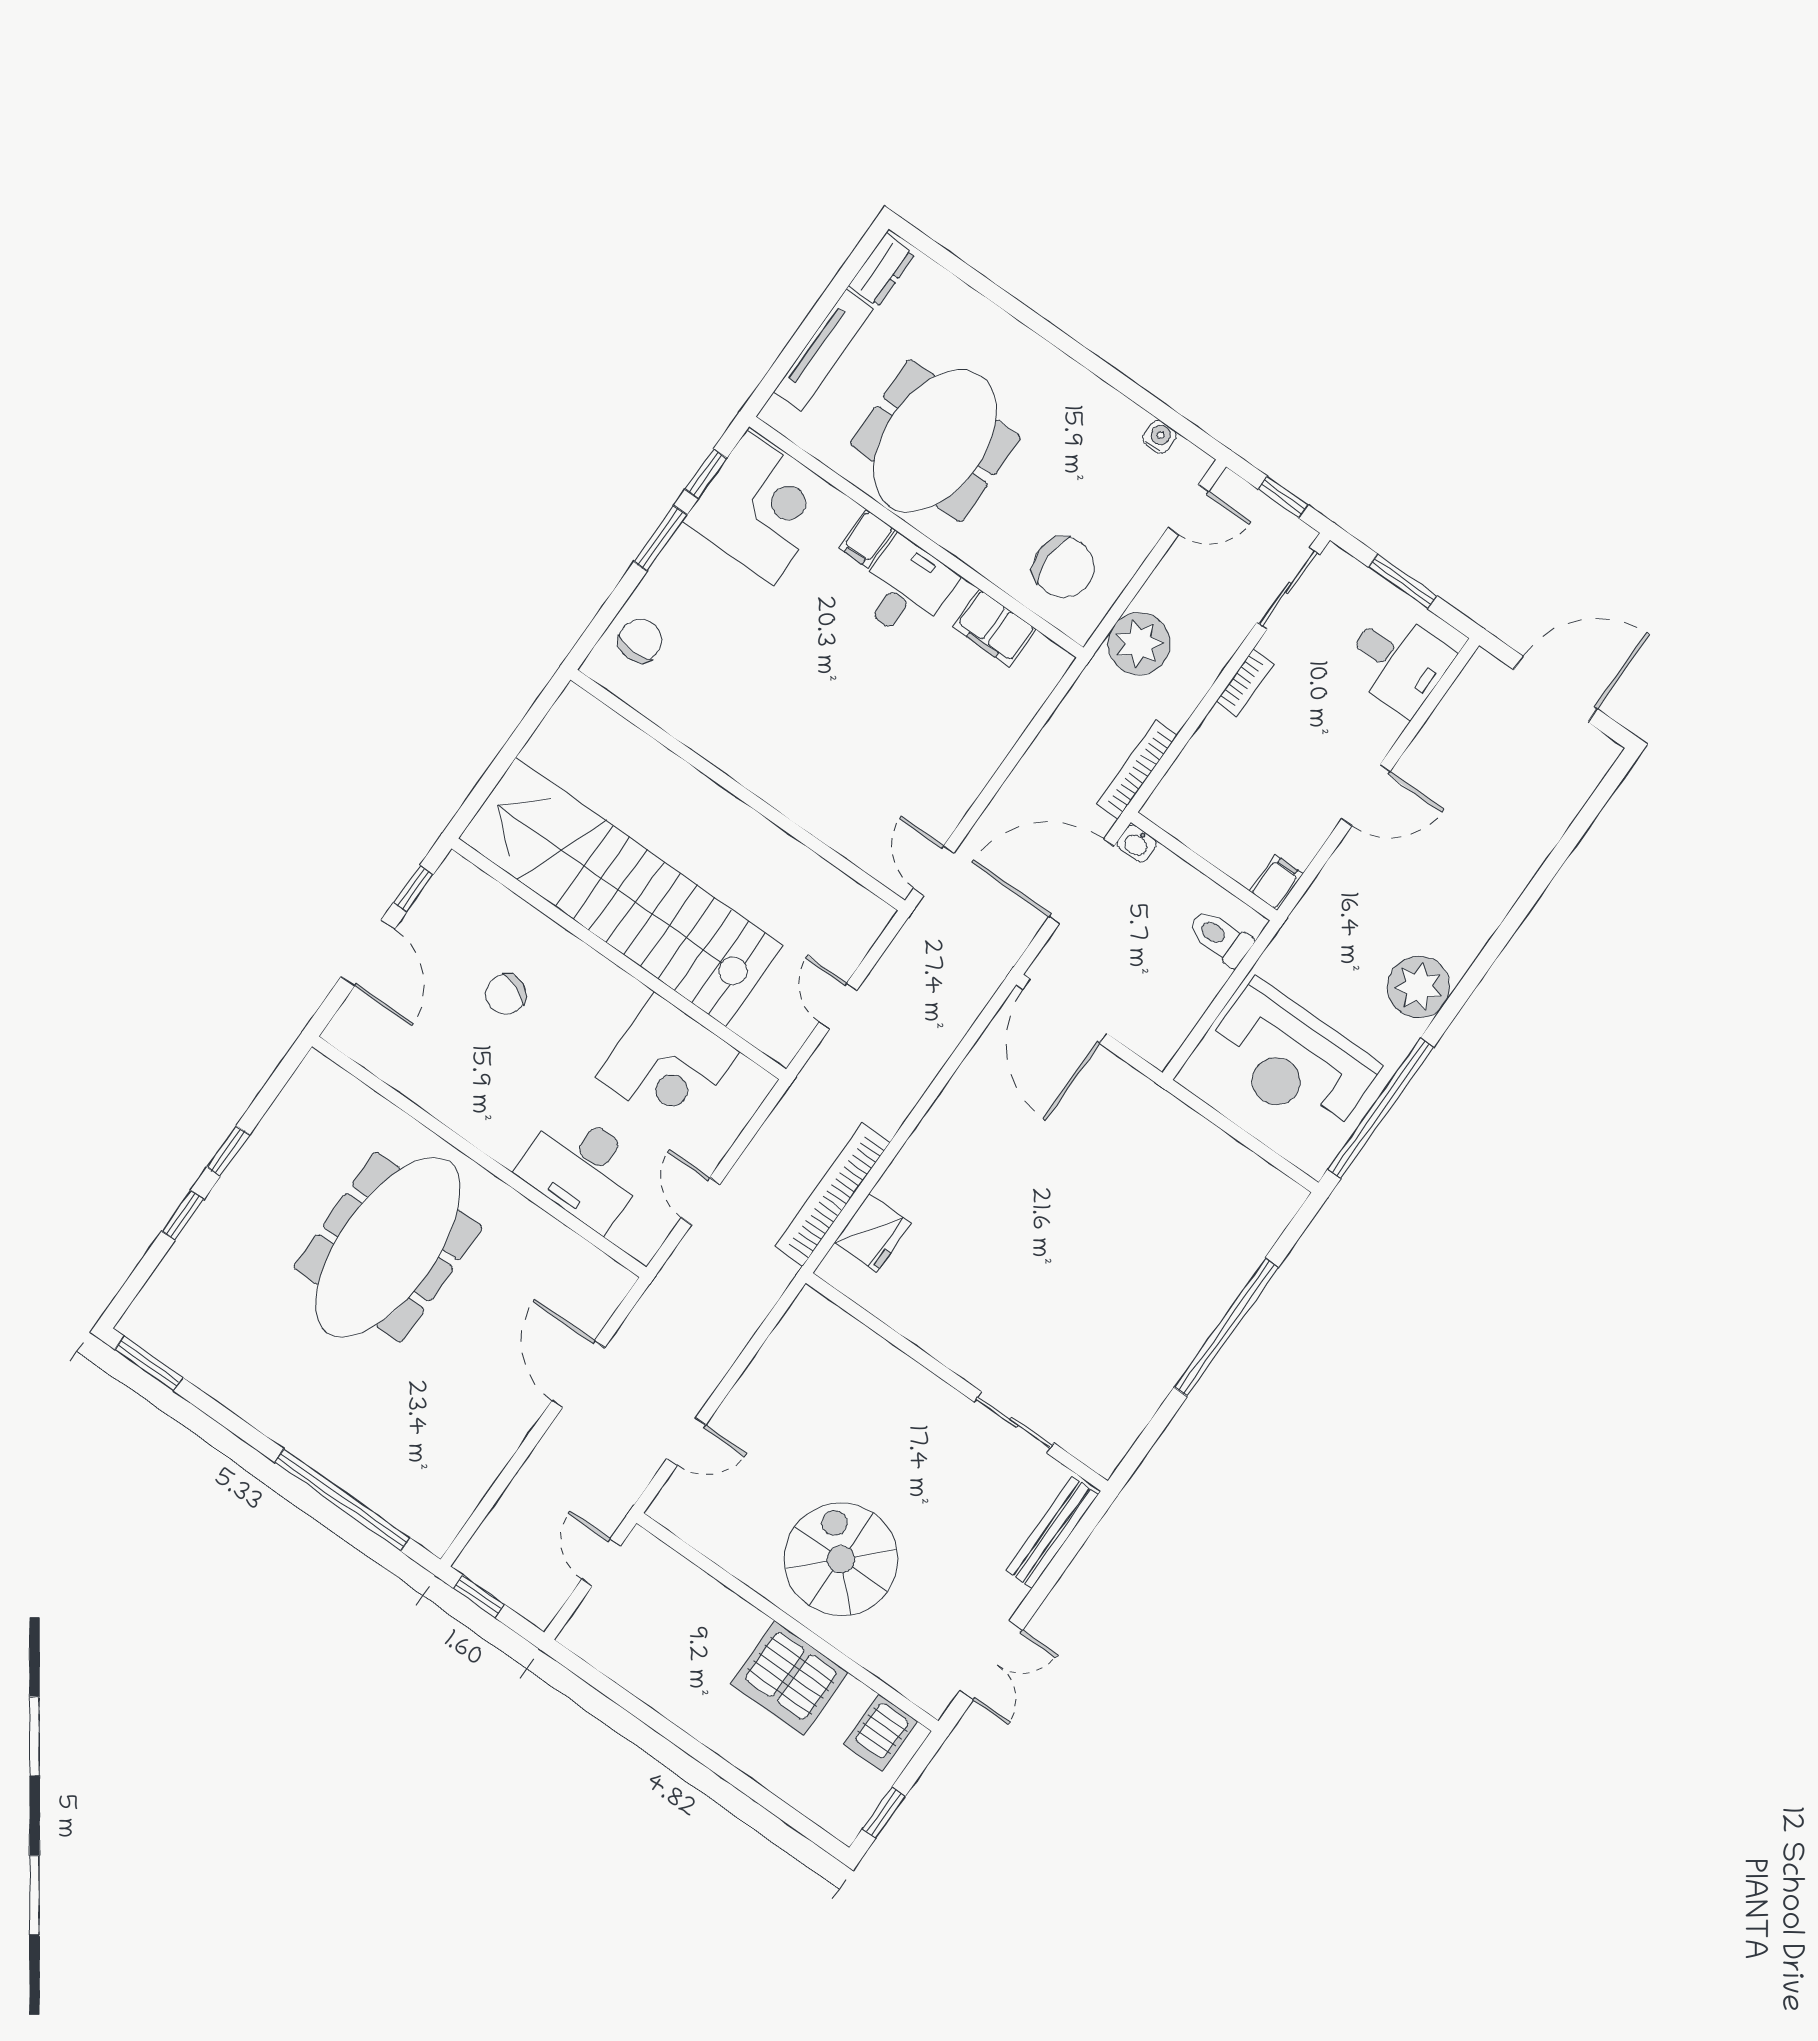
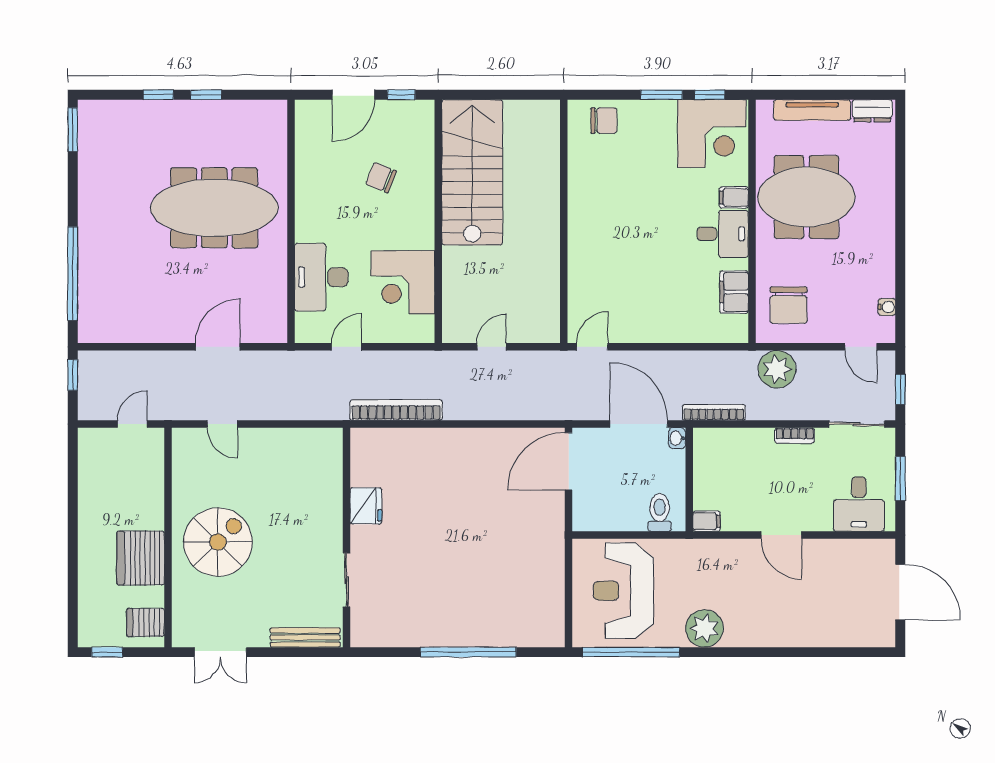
stairs: (621, 892) -> (472, 172), width x0.73
fridge: (873, 1233) -> (366, 506), moved, turned -90

